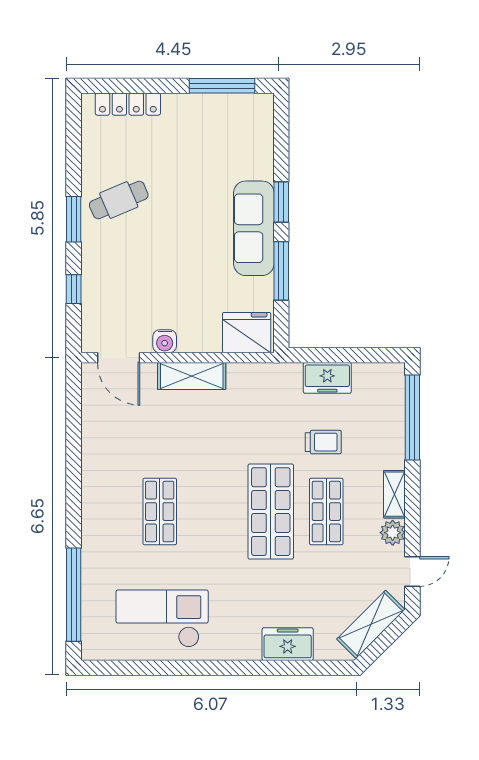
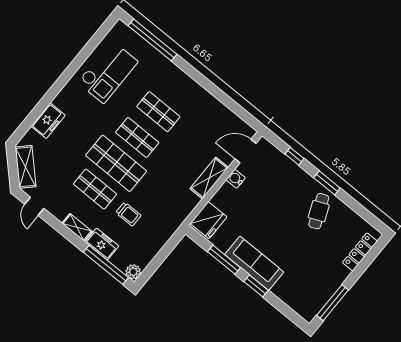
freezer: (327, 378) -> (102, 244), moved, turned 90
trolley: (323, 442) -> (128, 214), turned -90
shop shelf: (215, 512) -> (137, 137), added
plant: (393, 533) -> (133, 272), moved

